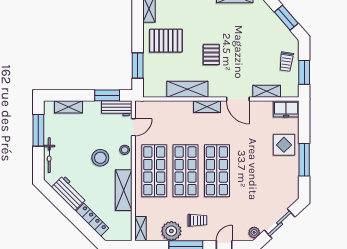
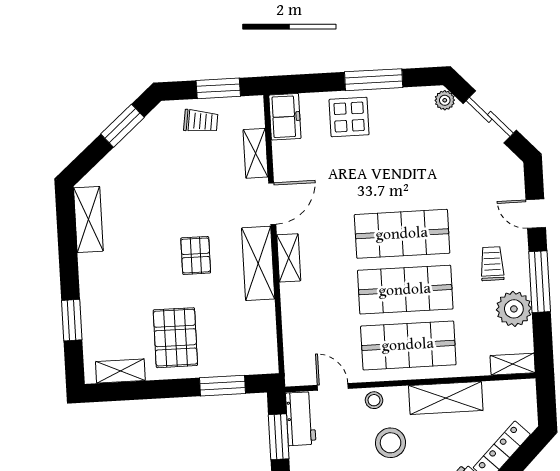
pallet: (211, 55) -> (196, 255), turned 90
shelving: (187, 89) -> (258, 263), moved
plant: (254, 232) -> (445, 100), moved

